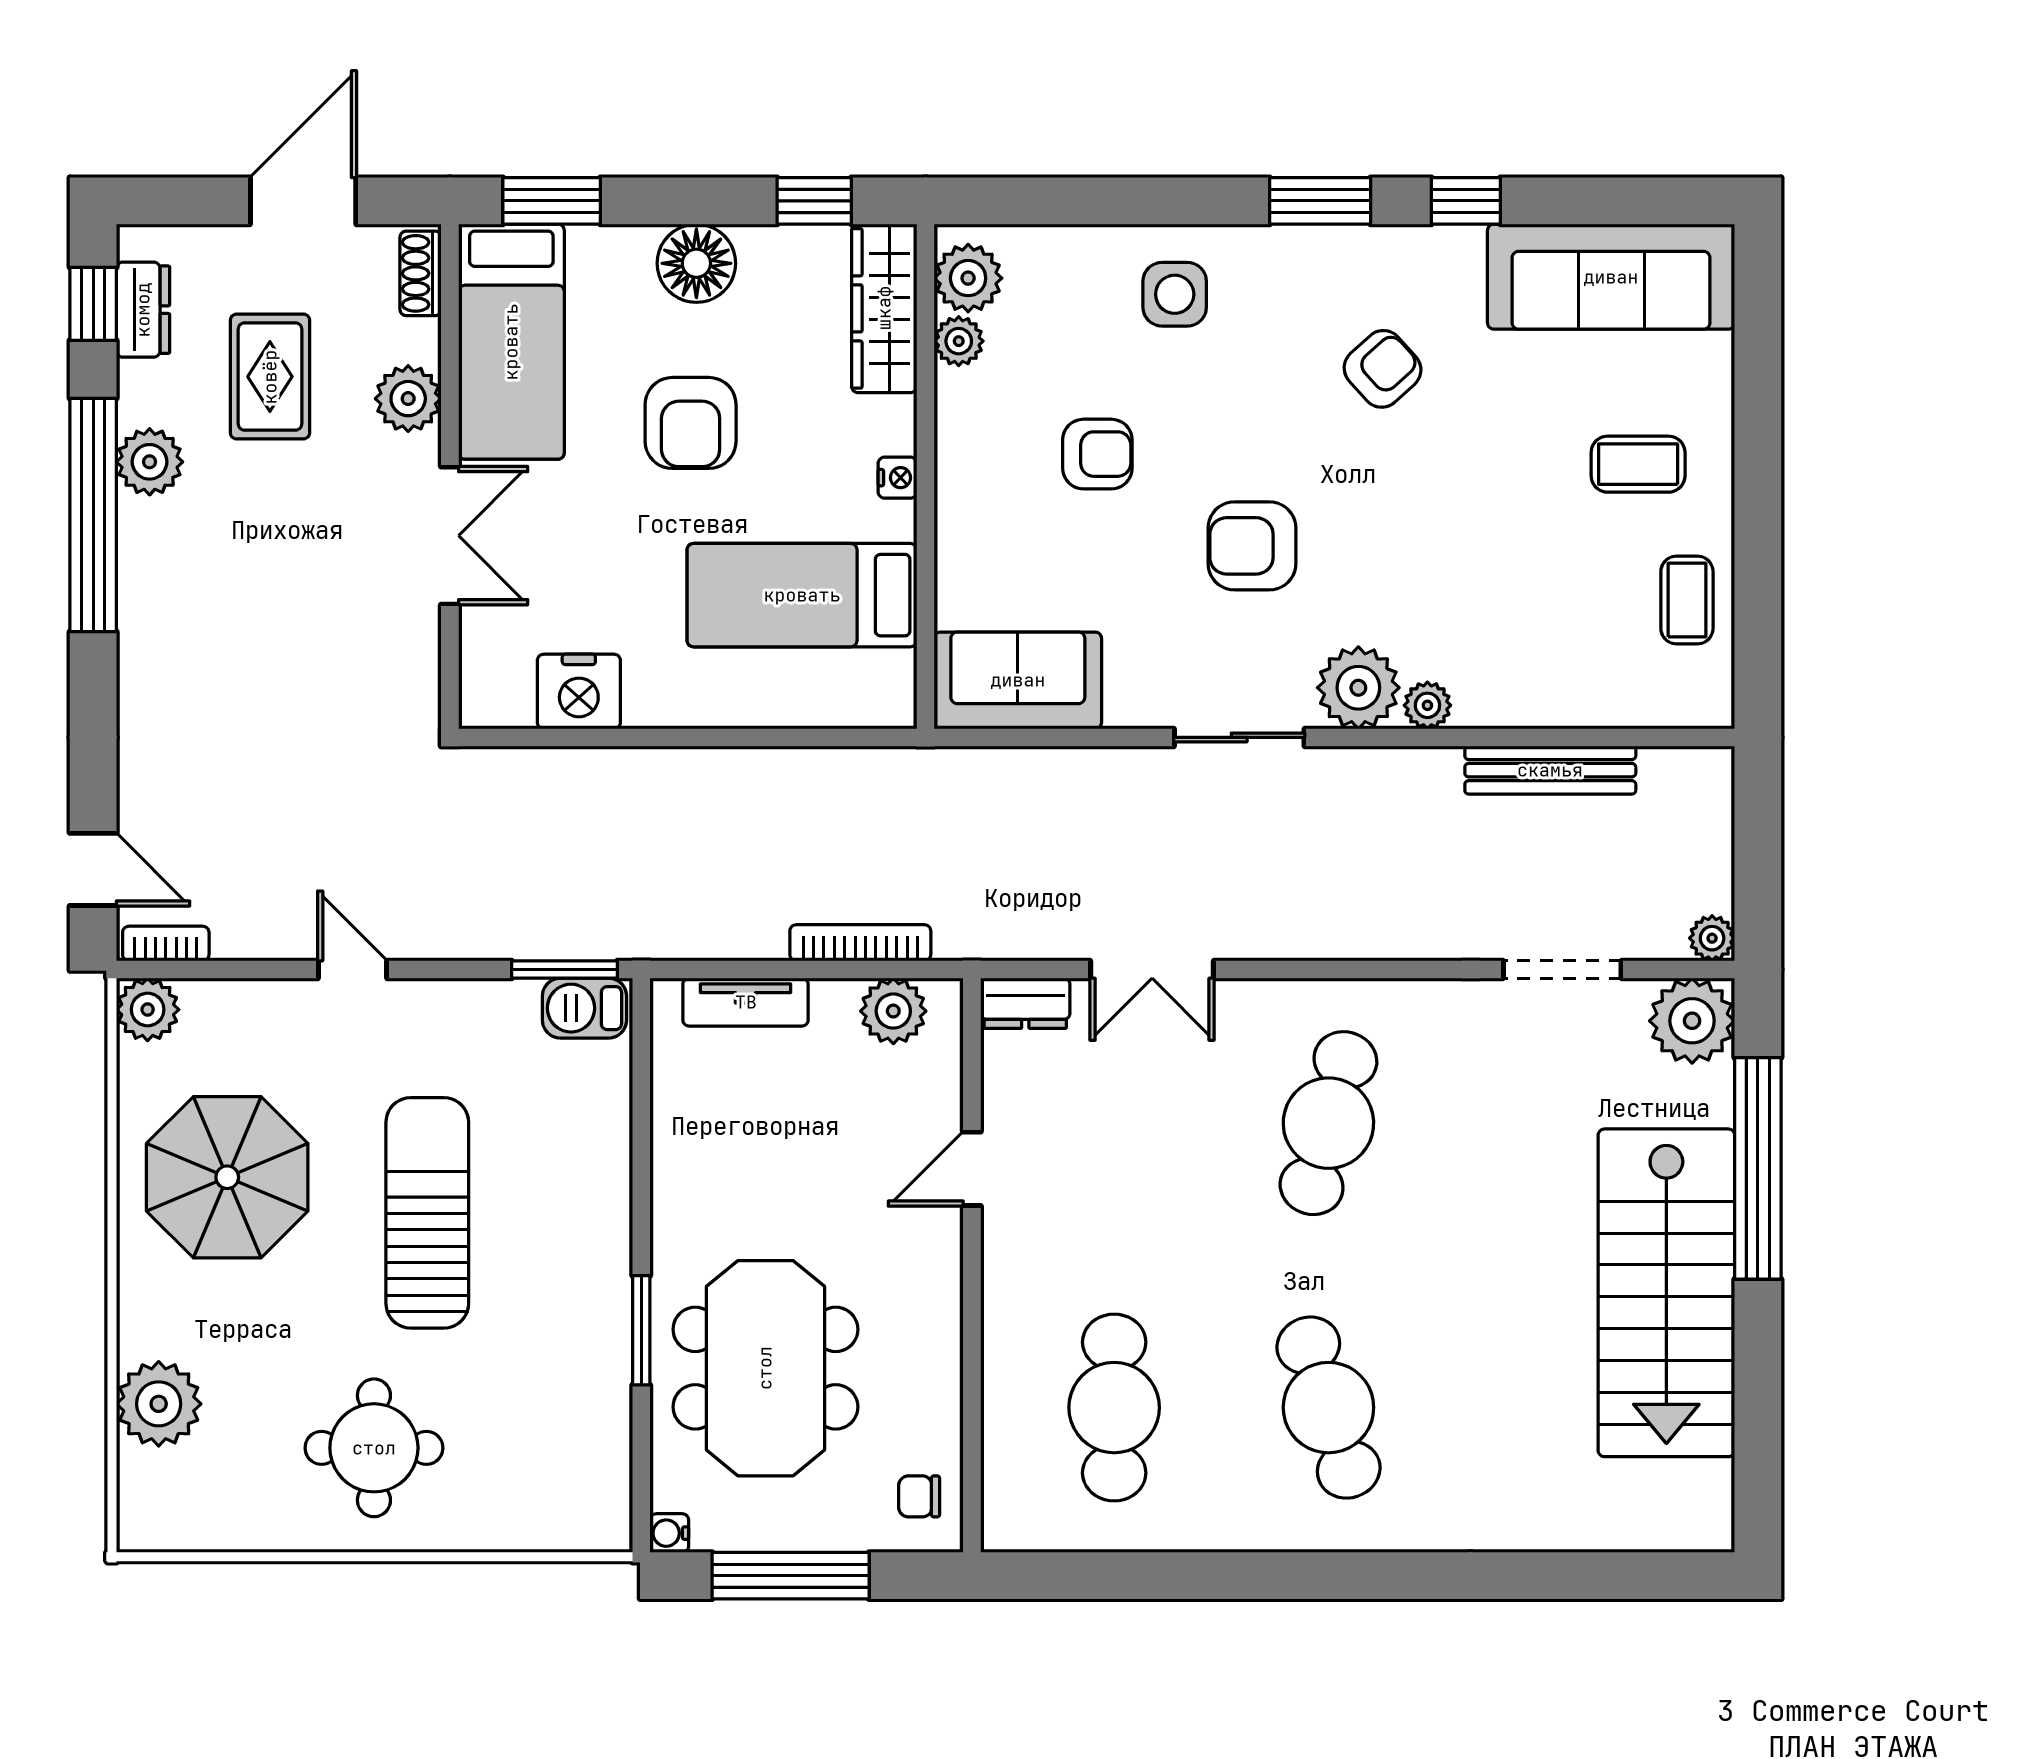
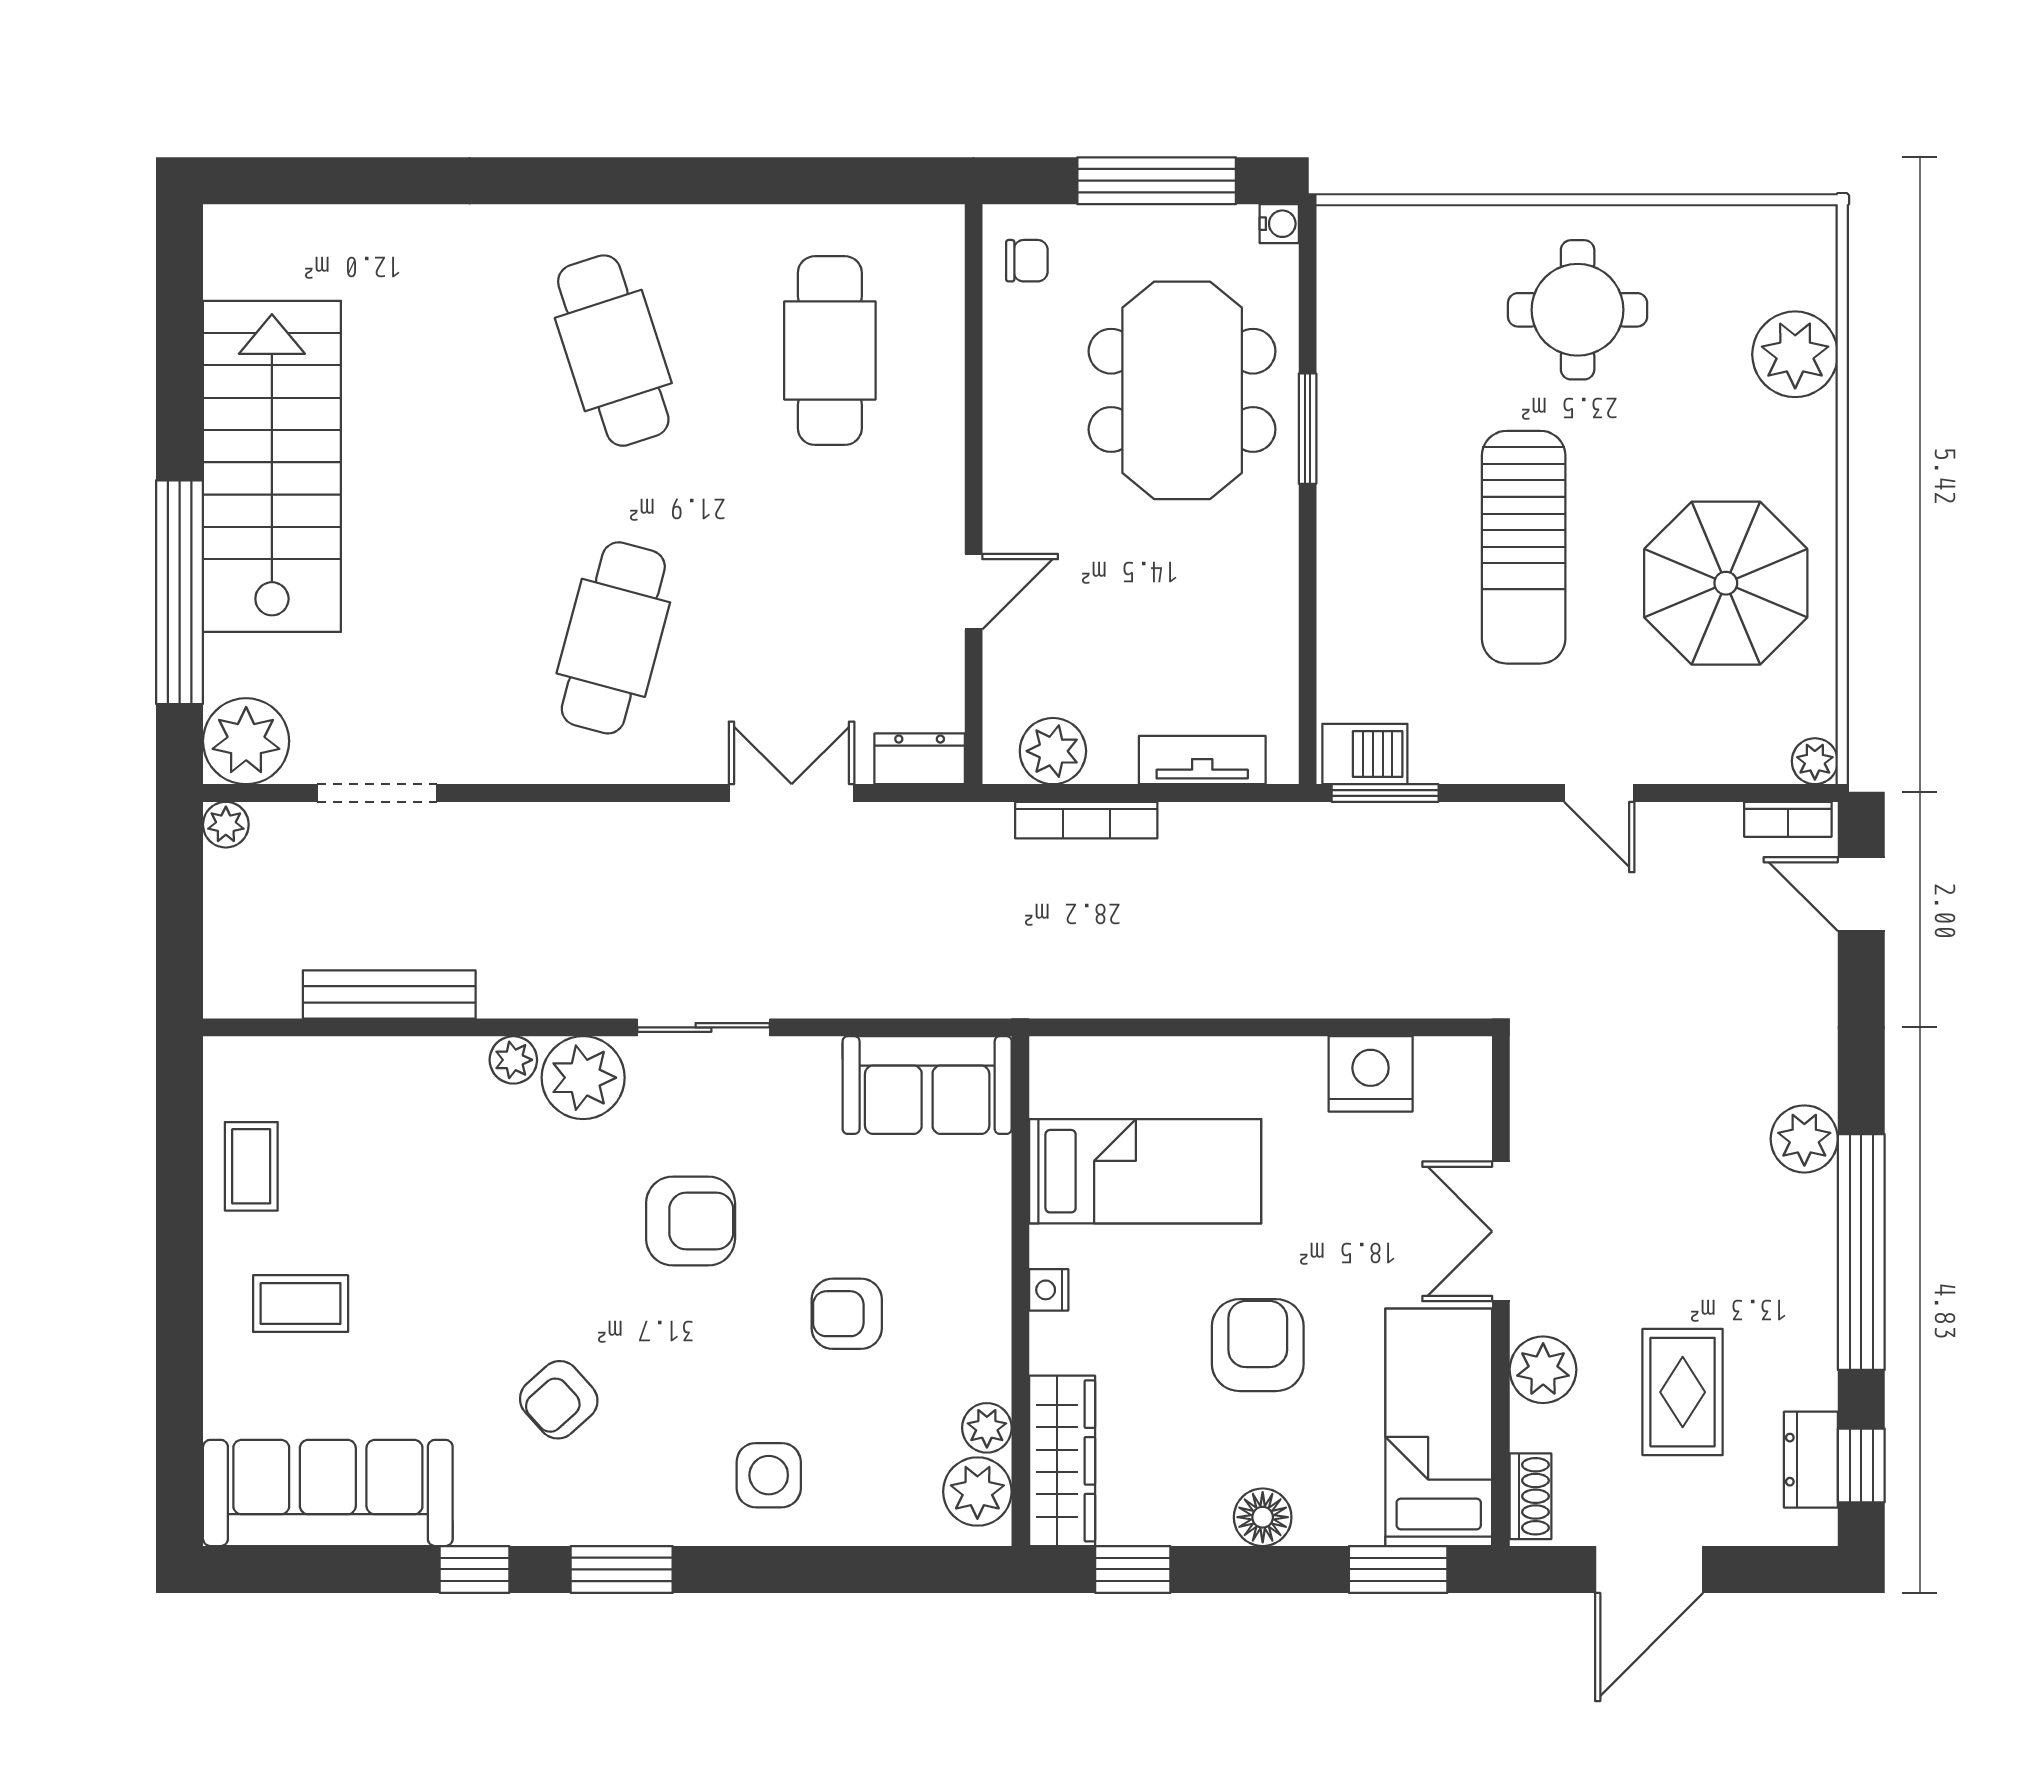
floor lamp: (696, 263) -> (1263, 1517), width x0.73, depth x0.73
plant: (150, 462) -> (1804, 1139), moved
plant: (148, 1010) -> (1815, 761), width x0.73, depth x0.73

